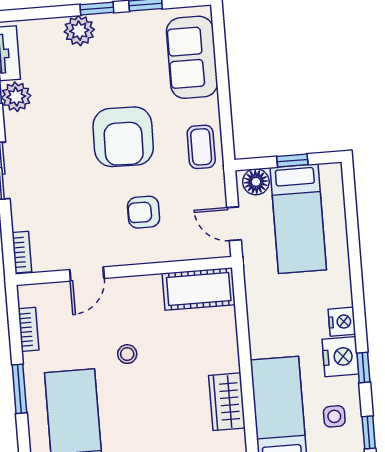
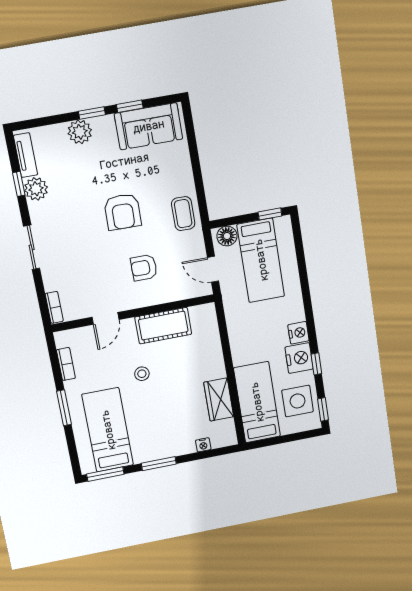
sofa: (192, 57) -> (149, 126), moved, turned -90
armchair: (123, 137) -> (123, 212), width x0.73, depth x0.73
window: (292, 160) -> (270, 214), moved
cot: (199, 289) -> (163, 326), moved
side table: (334, 416) -> (298, 401), width x1.87, depth x1.87

